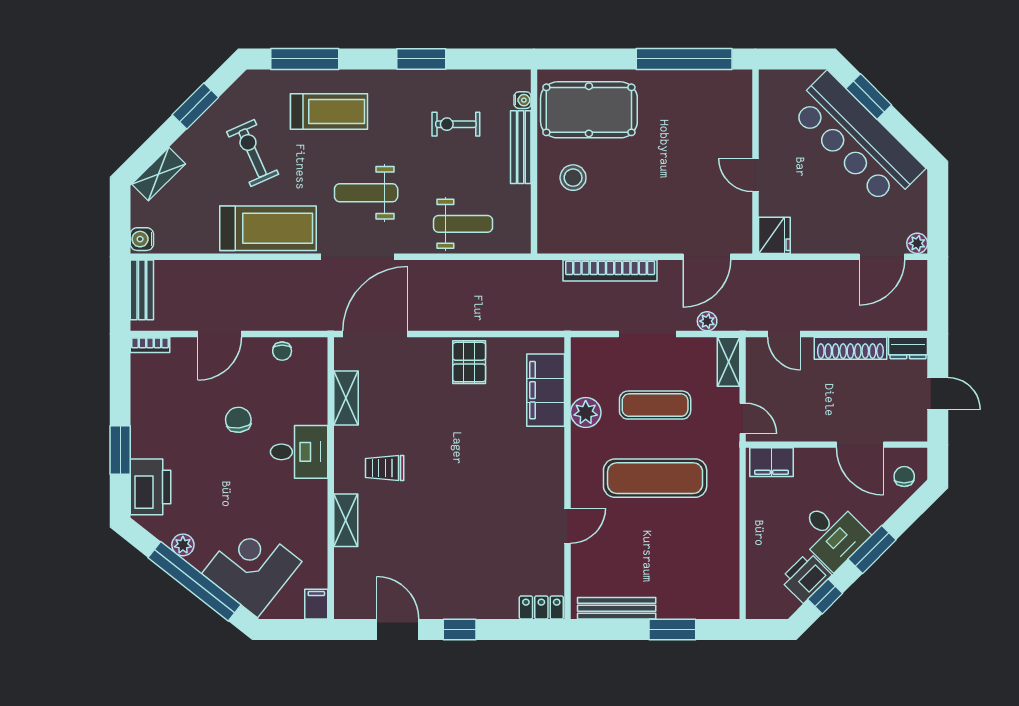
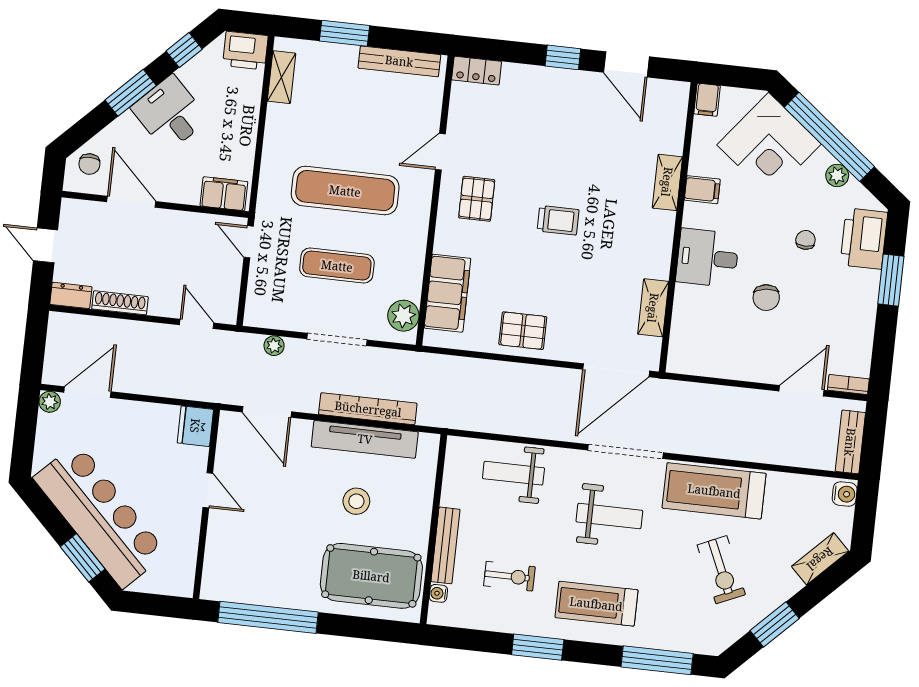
treadmill: (329, 112) -> (596, 604), moved
stool: (573, 178) -> (356, 501), moved
tv unit: (610, 241) -> (365, 439), added
door: (707, 257) -> (267, 412), swing flipped
door: (220, 334) -> (802, 391), moved
shoe rack: (850, 348) -> (120, 303), width x0.74, depth x0.81
chair: (282, 351) -> (805, 240), moved
pallet: (469, 362) -> (523, 331), turned 90
shelving: (728, 362) -> (282, 77), moved
plant: (586, 413) -> (403, 316), moved
trolley: (385, 468) -> (558, 220), moved
pallet: (528, 484) -> (477, 199), added
filing cabinet: (311, 517) -> (702, 190), added
printer: (806, 577) -> (245, 51), moved, turned 45

